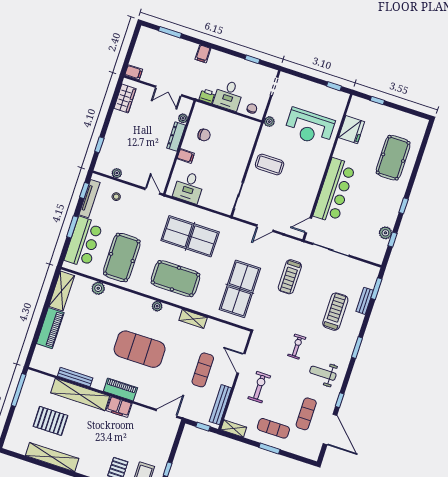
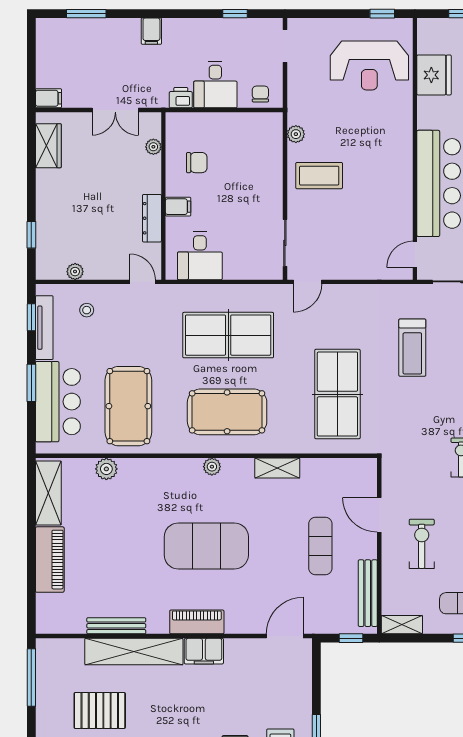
plant: (269, 122) -> (296, 134), moved
reception desk: (309, 127) -> (369, 65), moved
dresser: (176, 137) -> (152, 218), moved
door: (265, 228) -> (308, 282), moved

